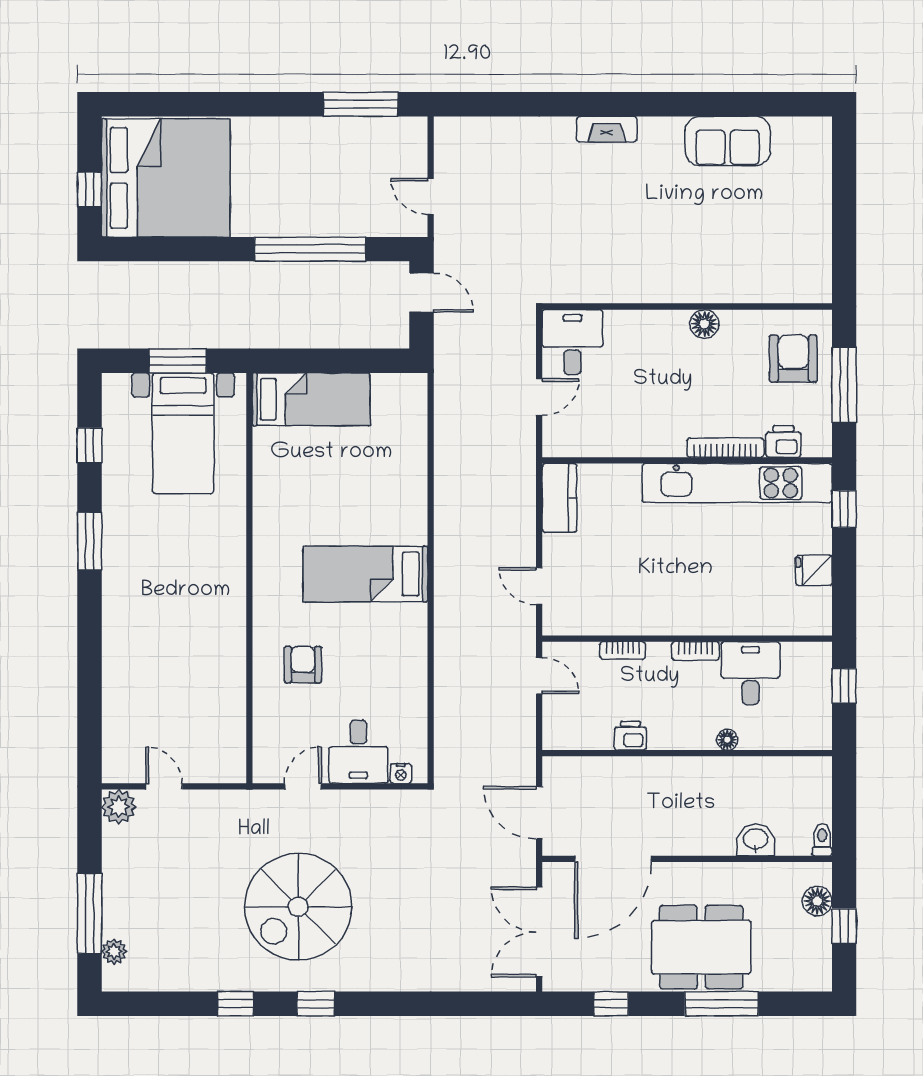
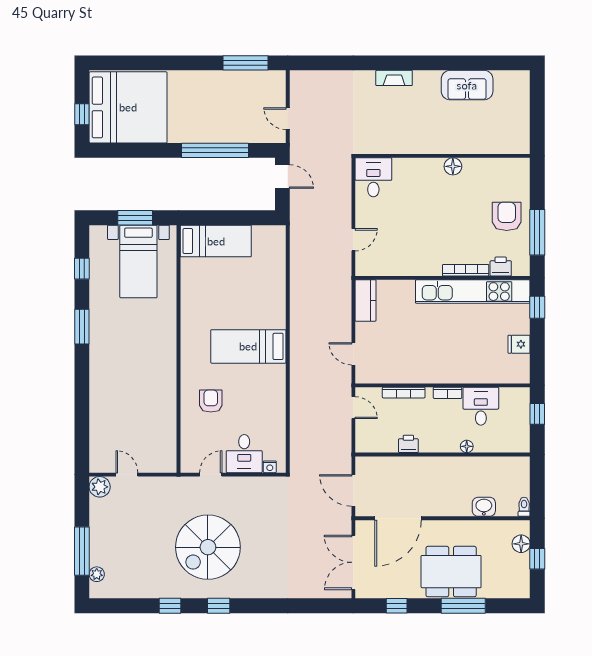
wall: (687, 306) -> (443, 156), moved
floor lamp: (704, 324) -> (453, 166), moved
desk: (572, 342) -> (373, 177), moved
bookcase: (623, 651) -> (404, 393), width x1.56

